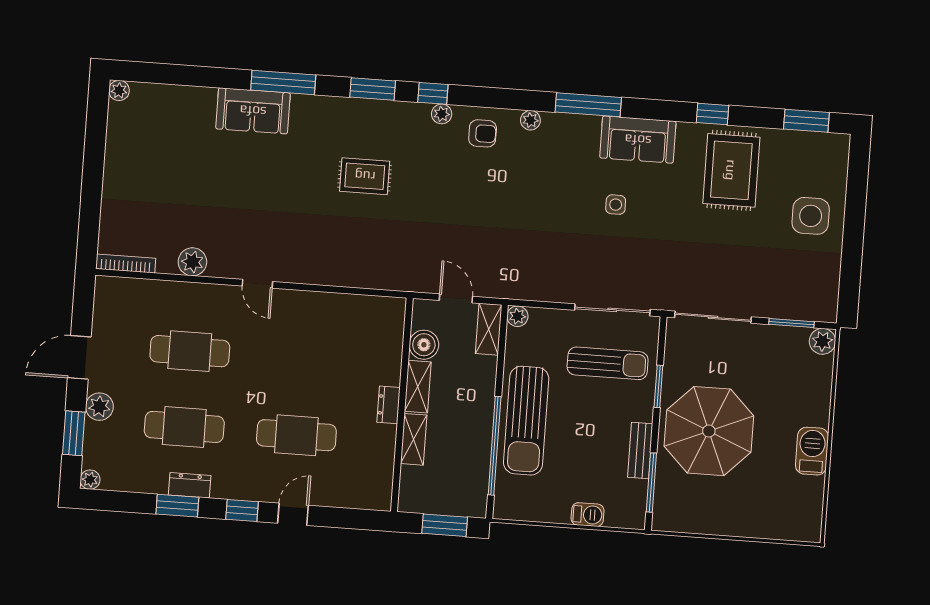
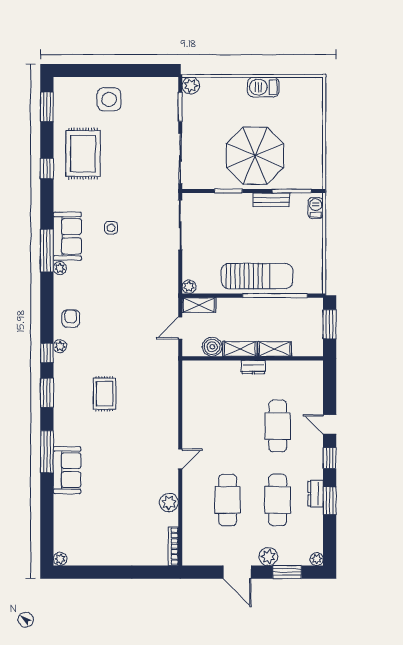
plant: (530, 120) -> (60, 268), moved
sofa: (638, 140) -> (67, 236), moved
rug: (731, 170) -> (83, 154), turned 90
sun lounger: (608, 363) -> (216, 225), removed
barbecue: (588, 515) -> (316, 208), moved

